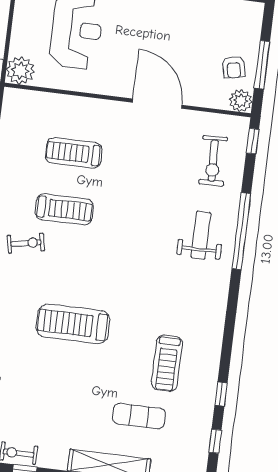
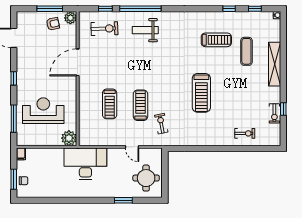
window: (253, 141) -> (105, 9), moved

